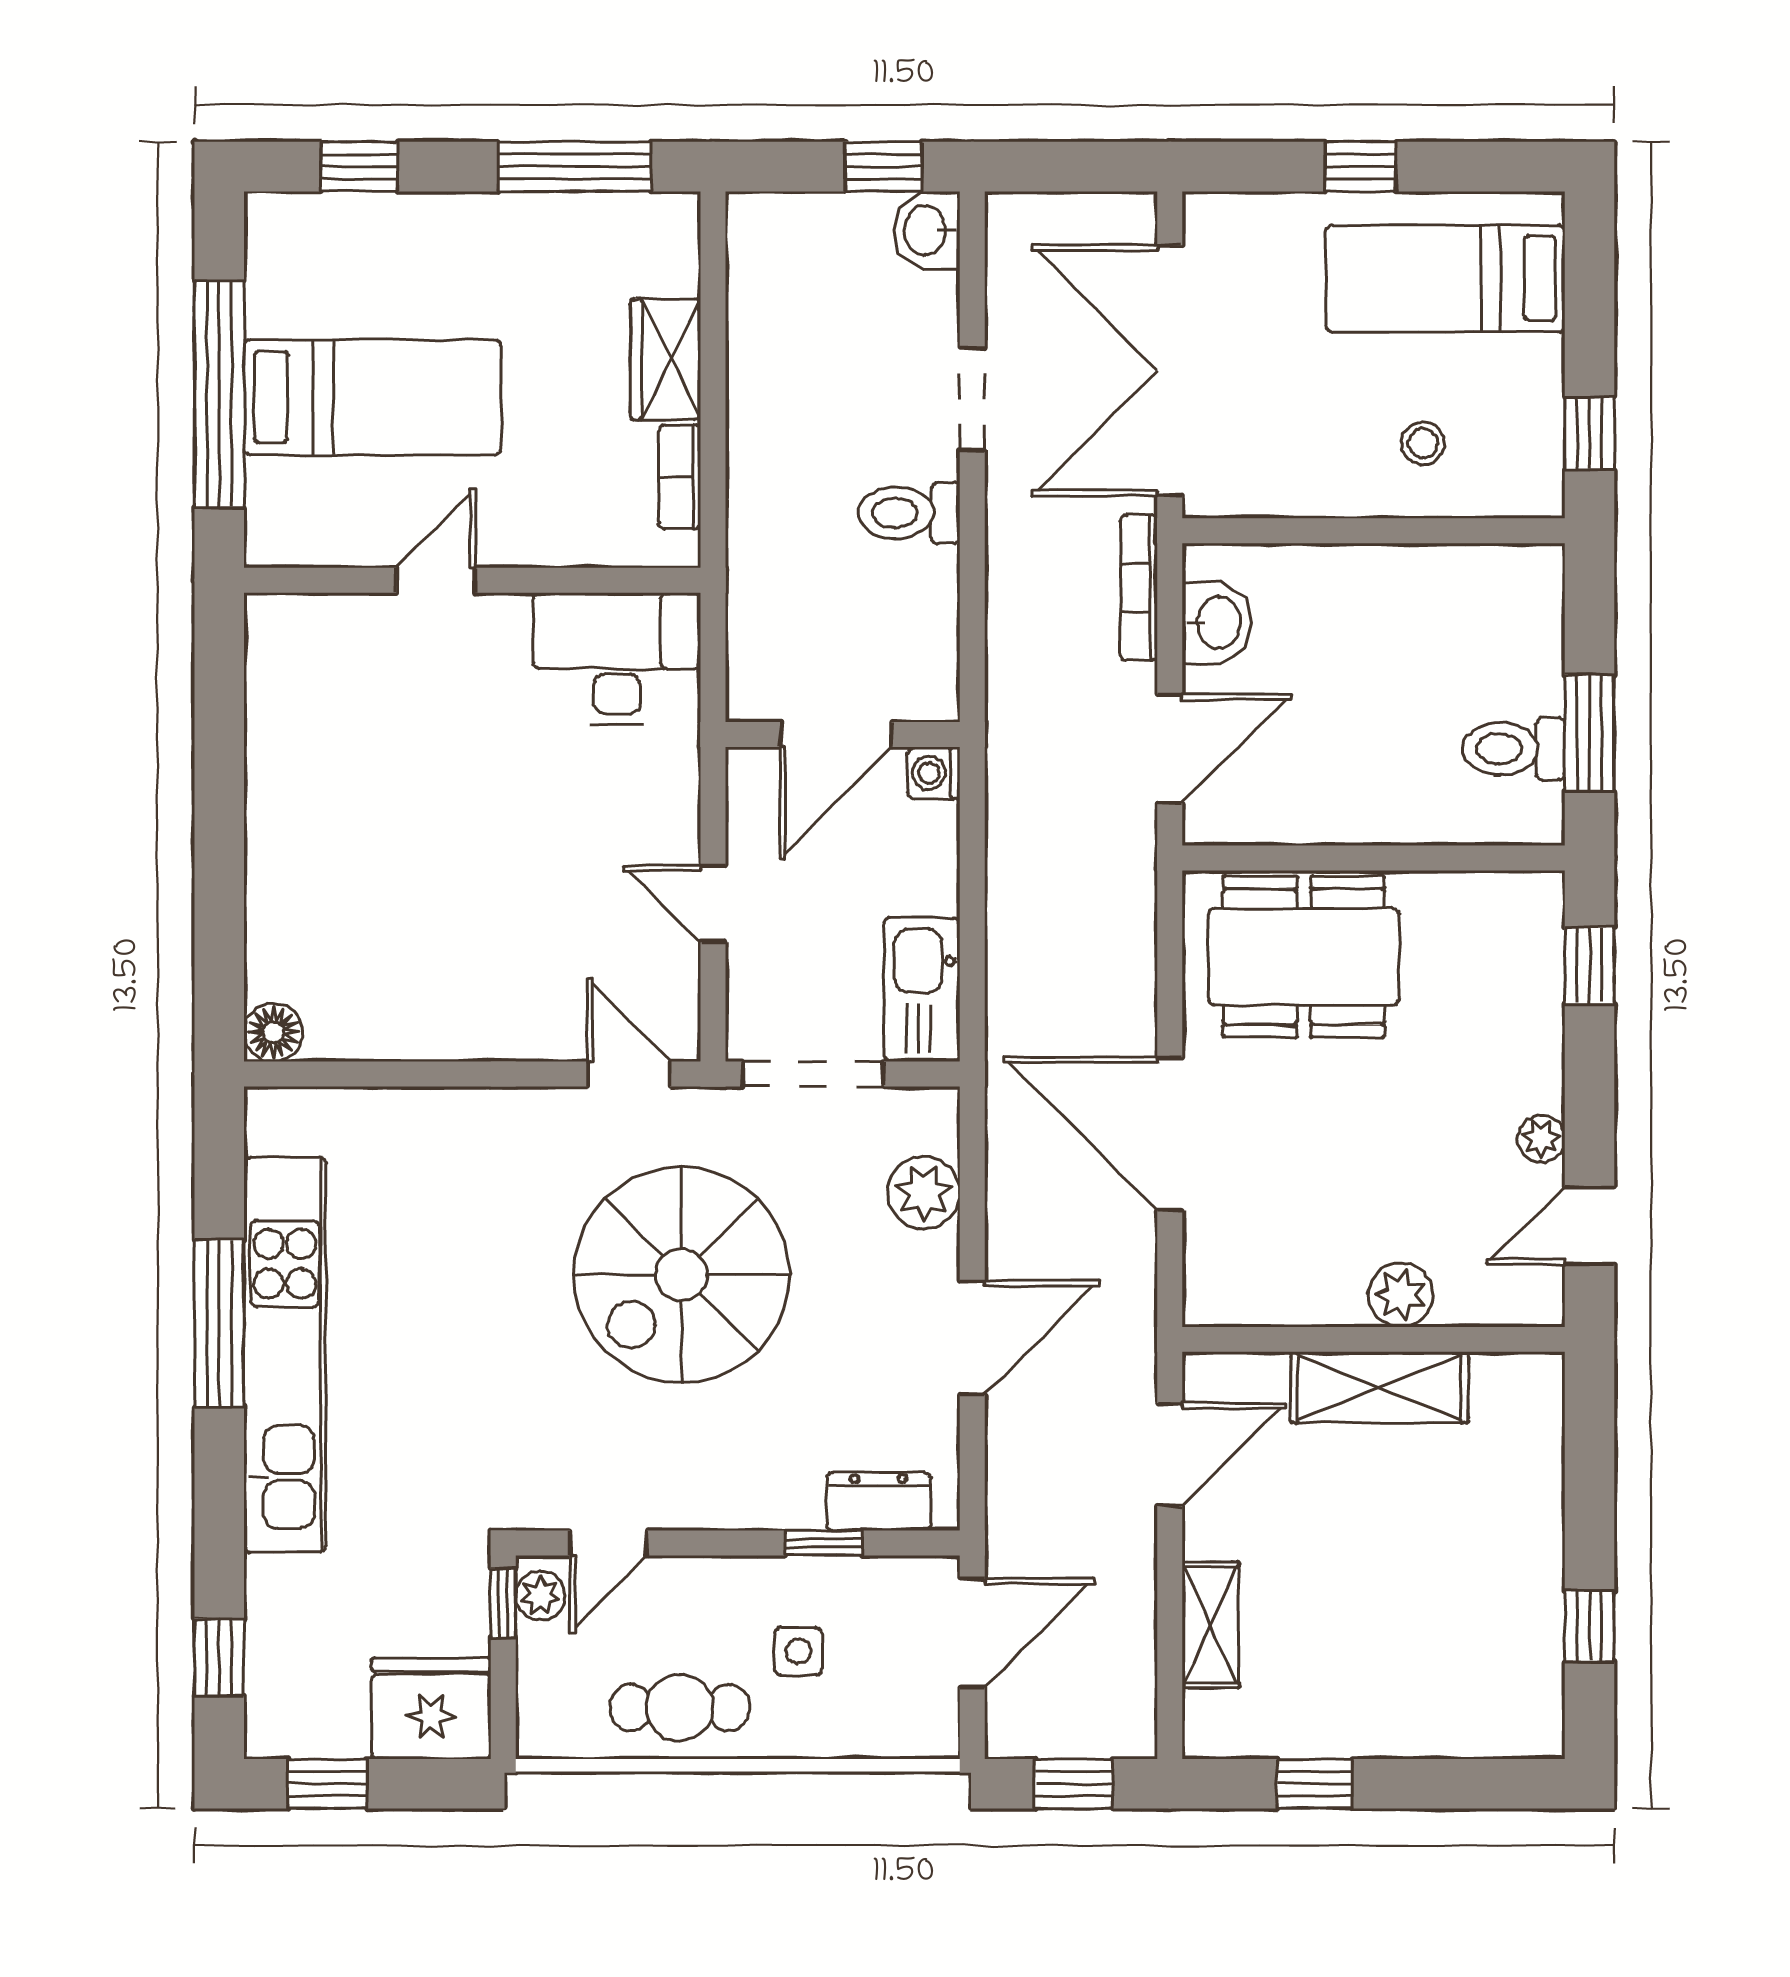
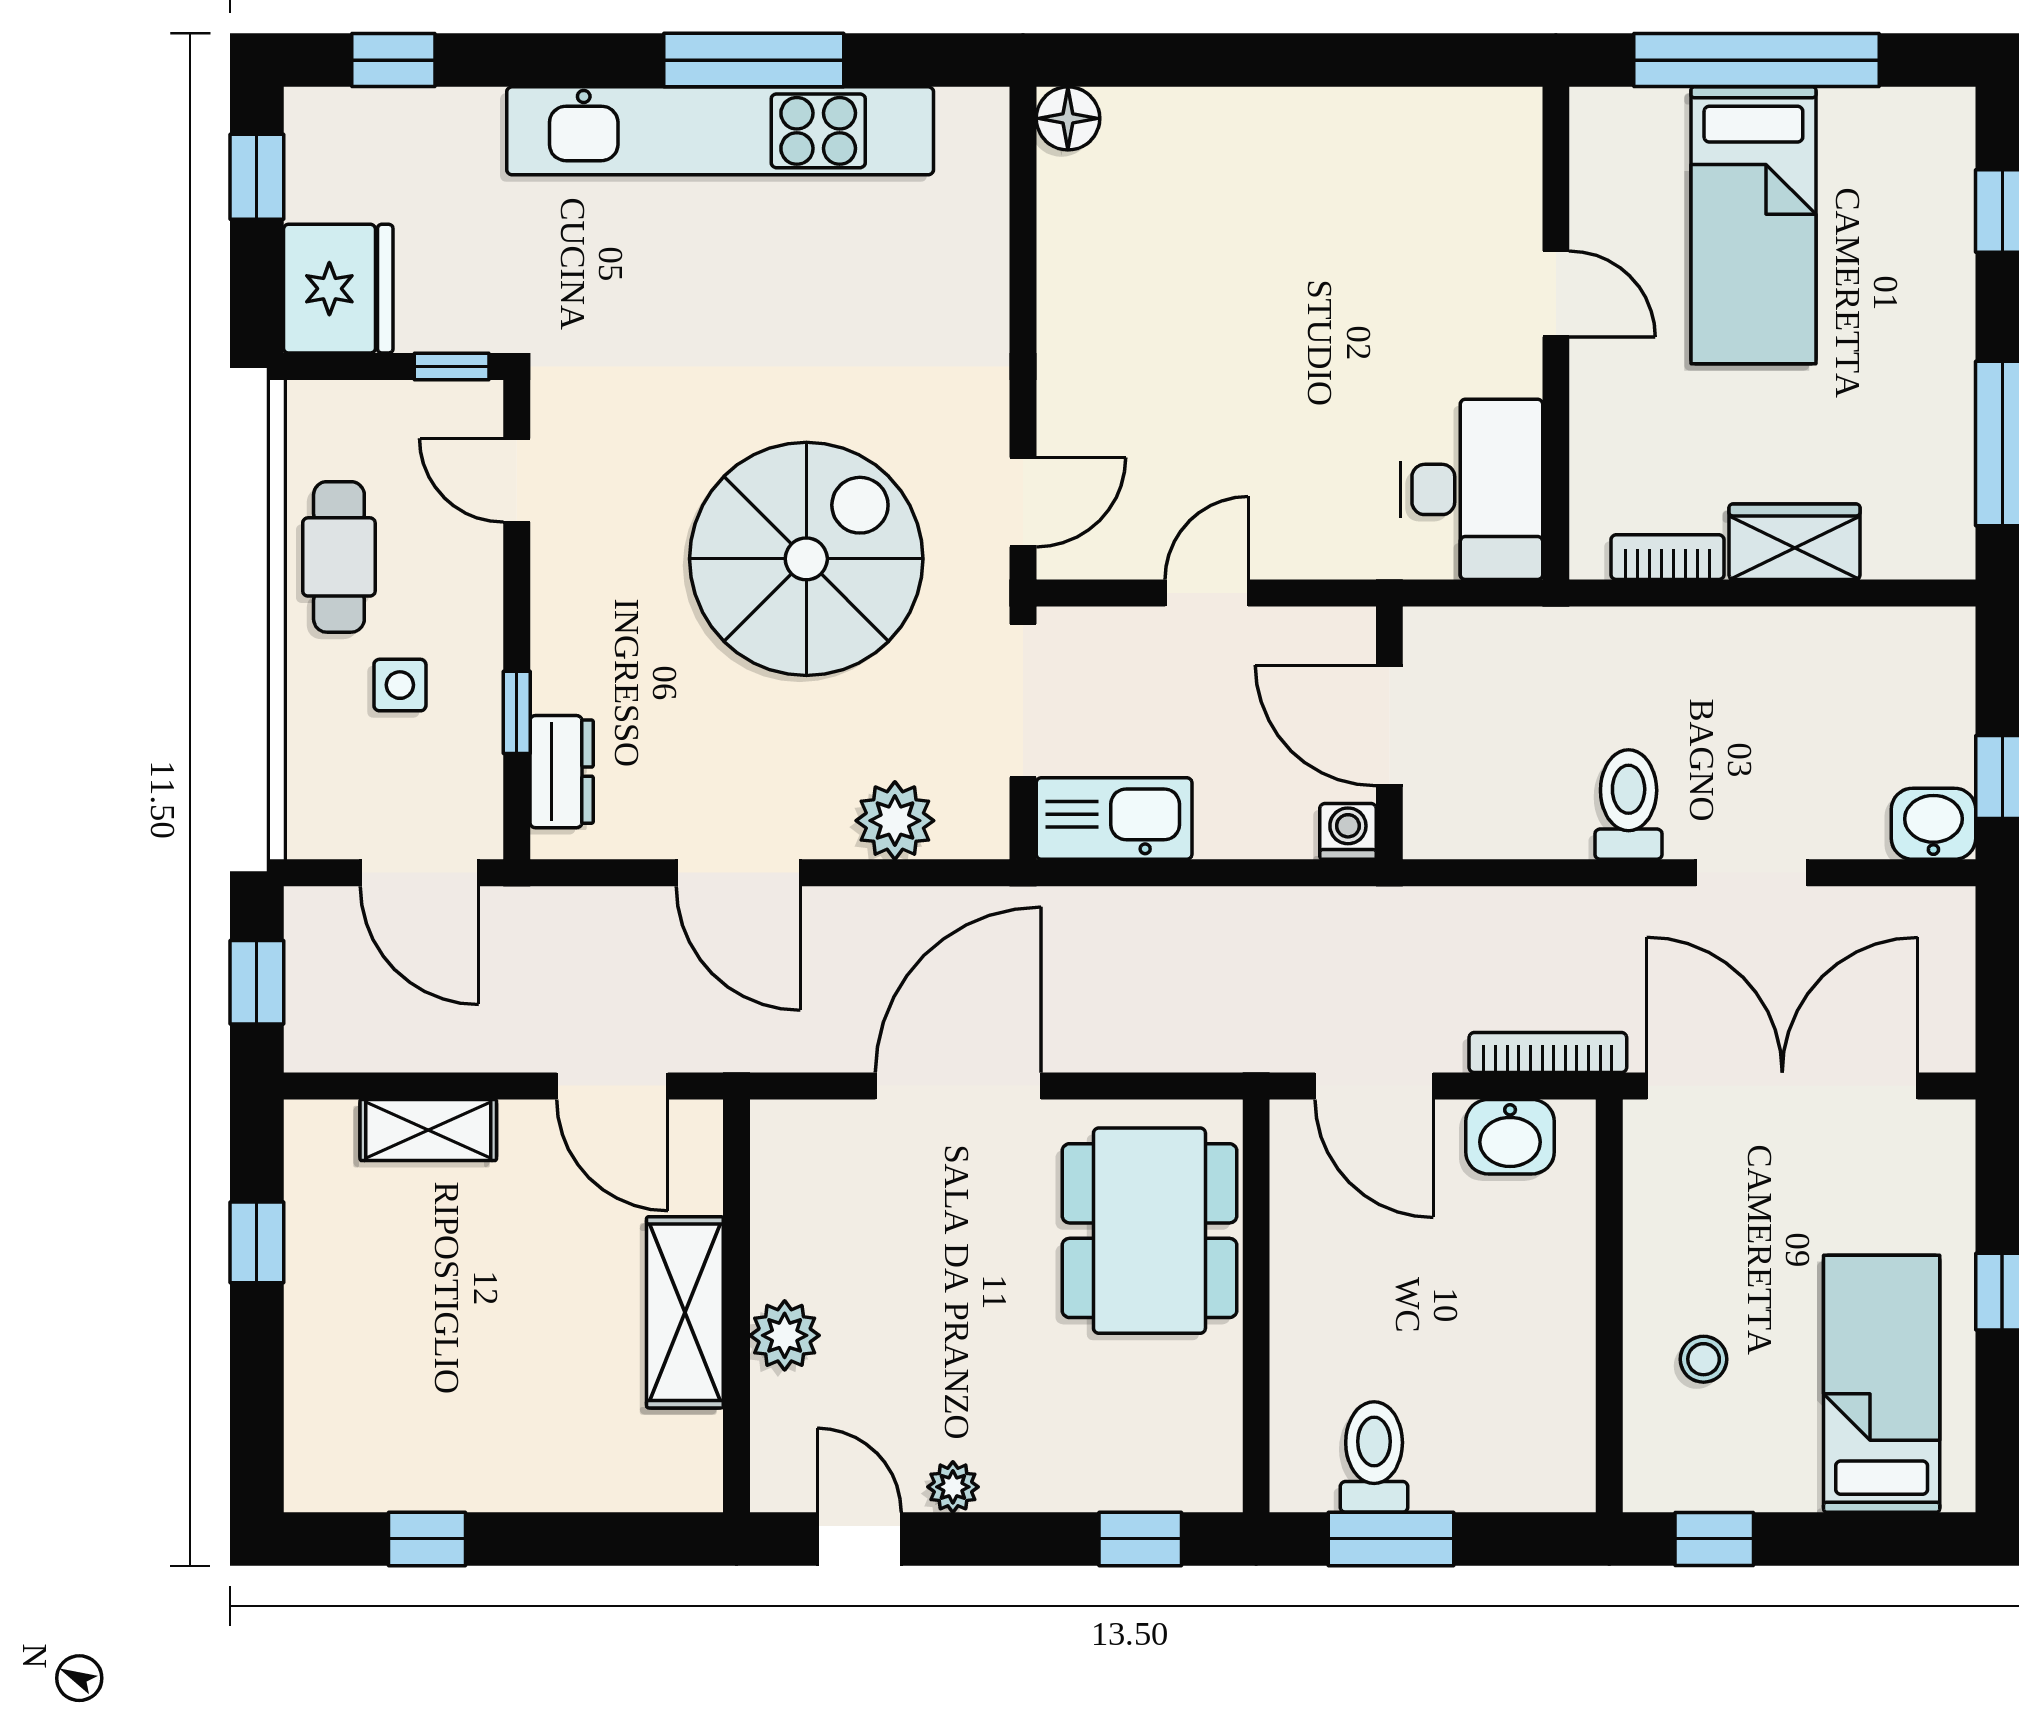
spiral stairs: (681, 1275) -> (806, 559), turned 90
plant: (540, 1596) -> (460, 407), removed

